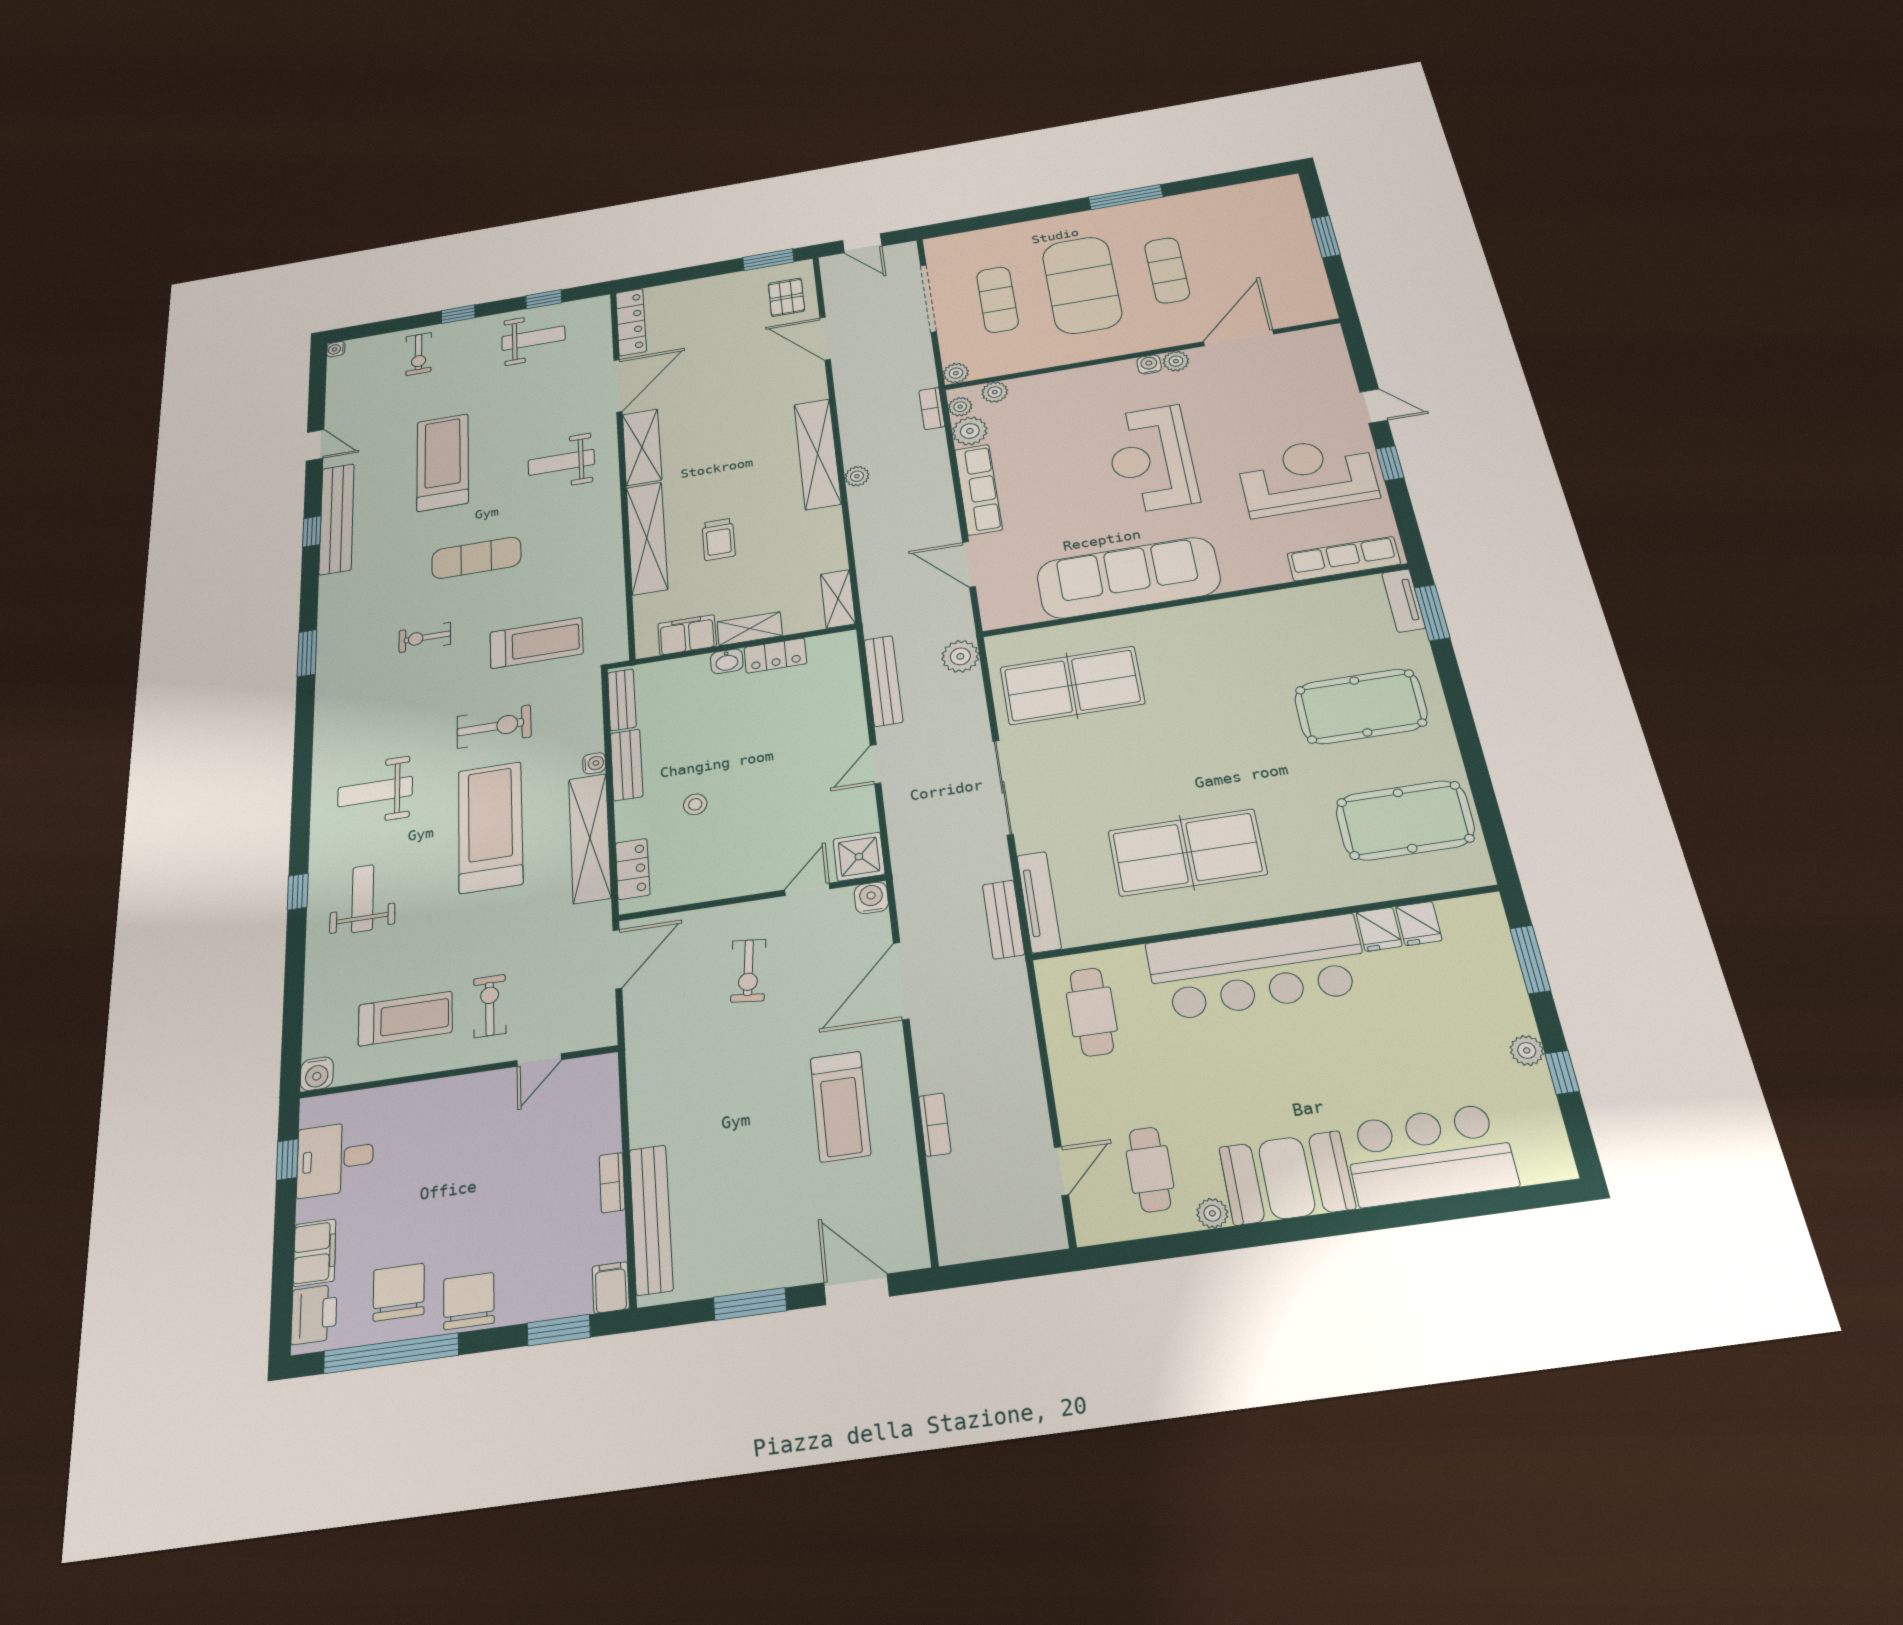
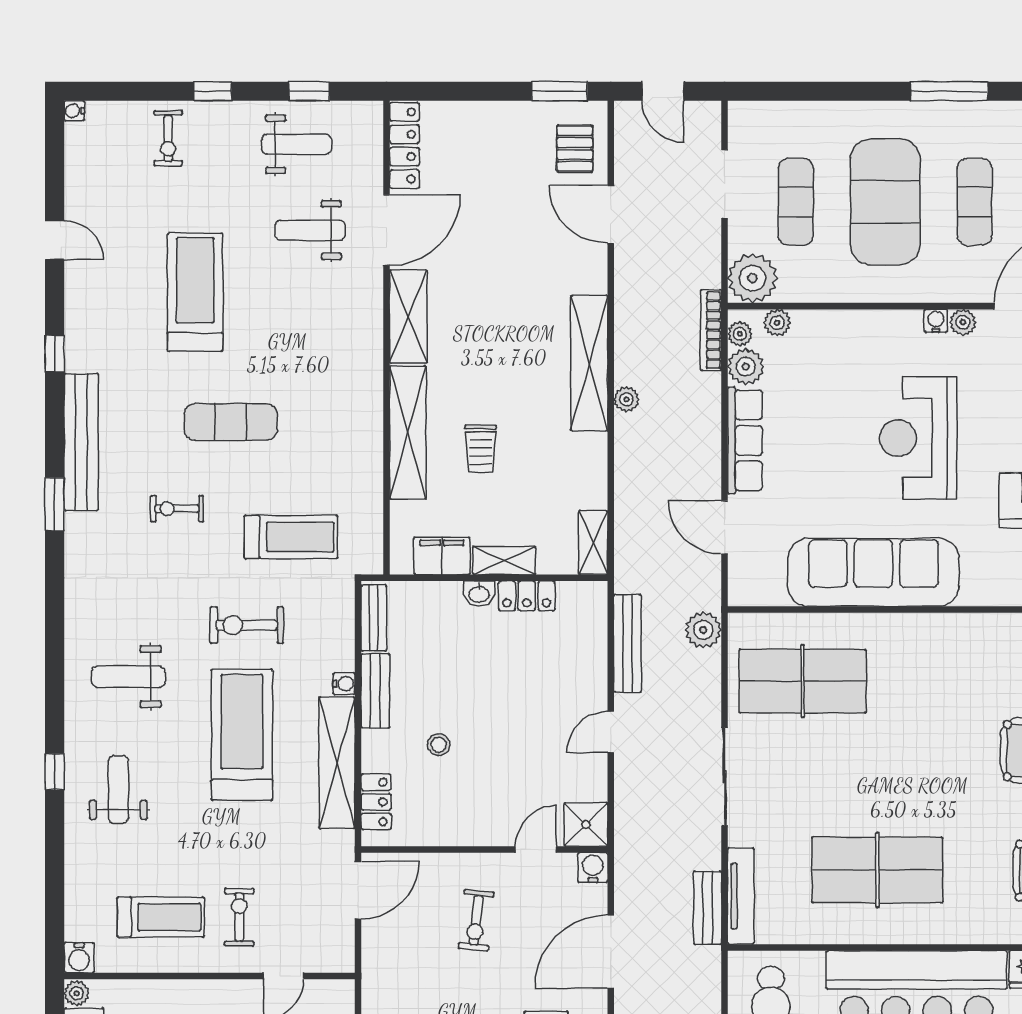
doorway: (928, 298) -> (725, 184), width x0.73
plant: (956, 373) -> (752, 278), width x1.88, depth x1.88
bookcase: (932, 408) -> (711, 330), width x1.56
weight bench: (561, 462) -> (310, 230), moved
bench: (337, 519) -> (81, 442), moved
exercise bike: (494, 727) -> (247, 625), turned 180
plant: (313, 1112) -> (77, 993), added

